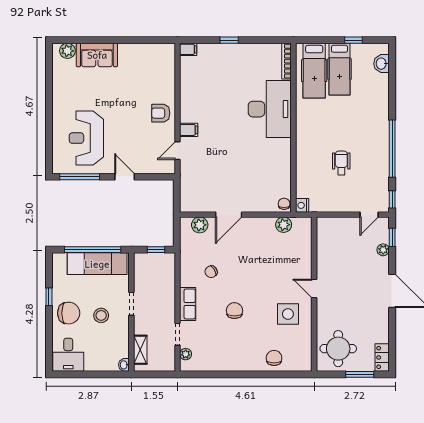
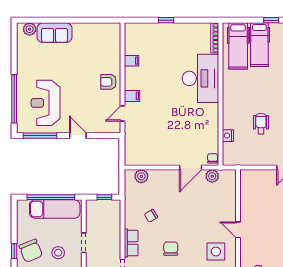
filing cabinet: (188, 49) -> (132, 61), moved
window: (49, 133) -> (14, 99), added
nightstand: (302, 205) -> (228, 136), moved
door: (229, 215) -> (191, 168), moved
window: (49, 297) -> (14, 251), moved
chair: (69, 313) -> (31, 251), turned 68

